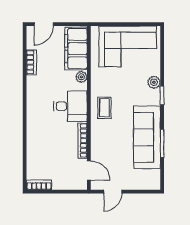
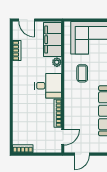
door: (44, 24) -> (27, 20), hinge flipped
coffee table: (104, 108) -> (82, 73), moved
door: (89, 171) -> (63, 137), hinge flipped

